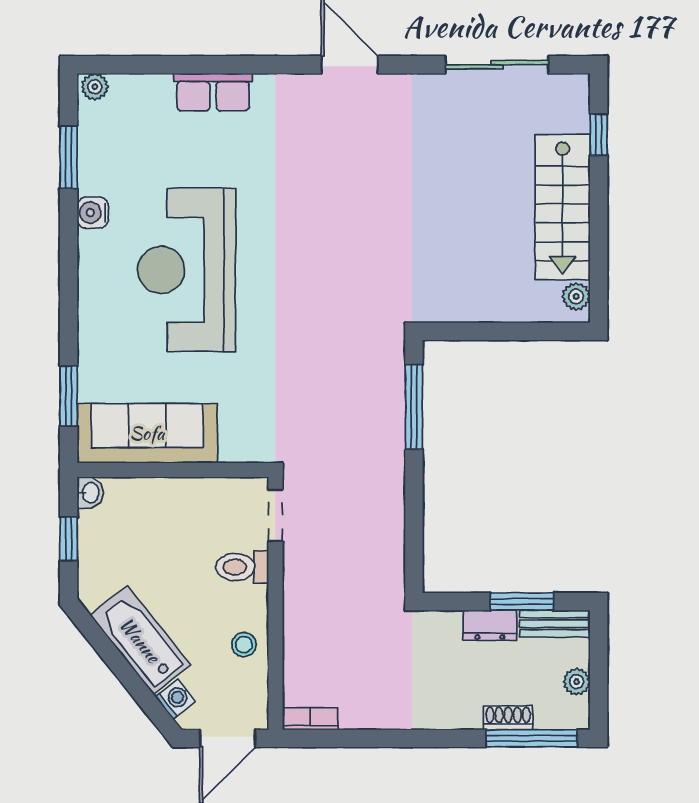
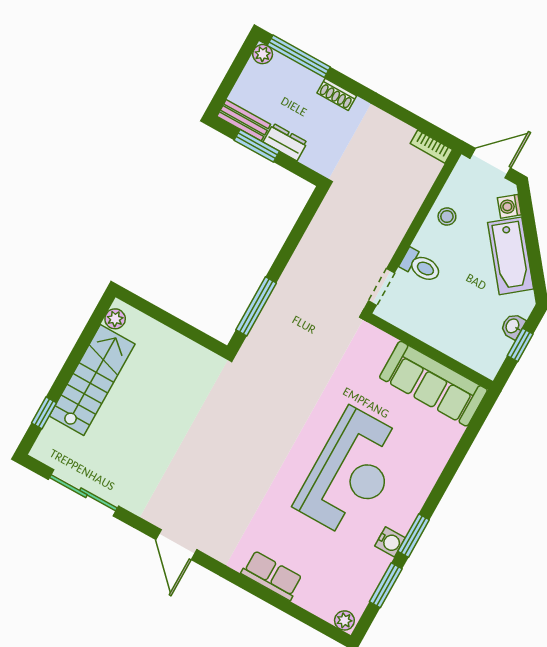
window: (69, 396) -> (414, 536), moved
washbasin: (90, 493) -> (513, 326), moved
plant: (577, 682) -> (263, 54), moved
shoe rack: (508, 718) -> (337, 94), moved

